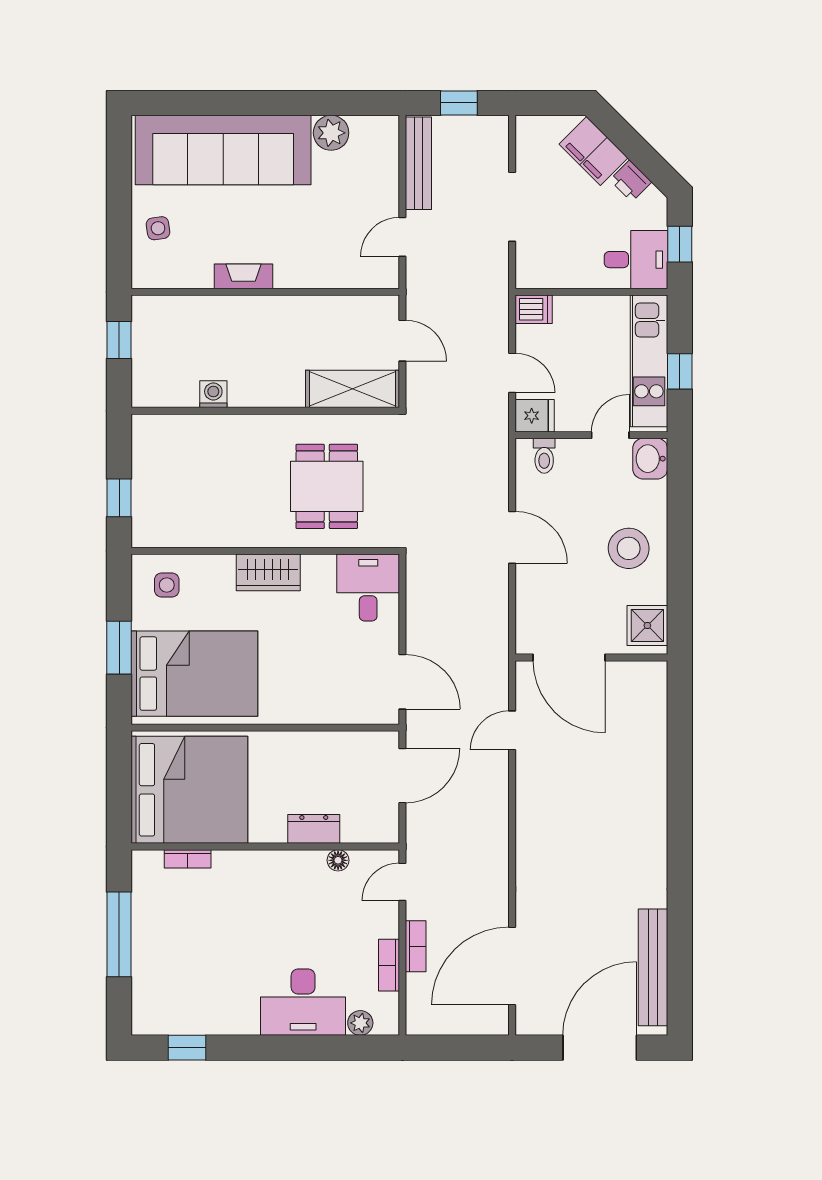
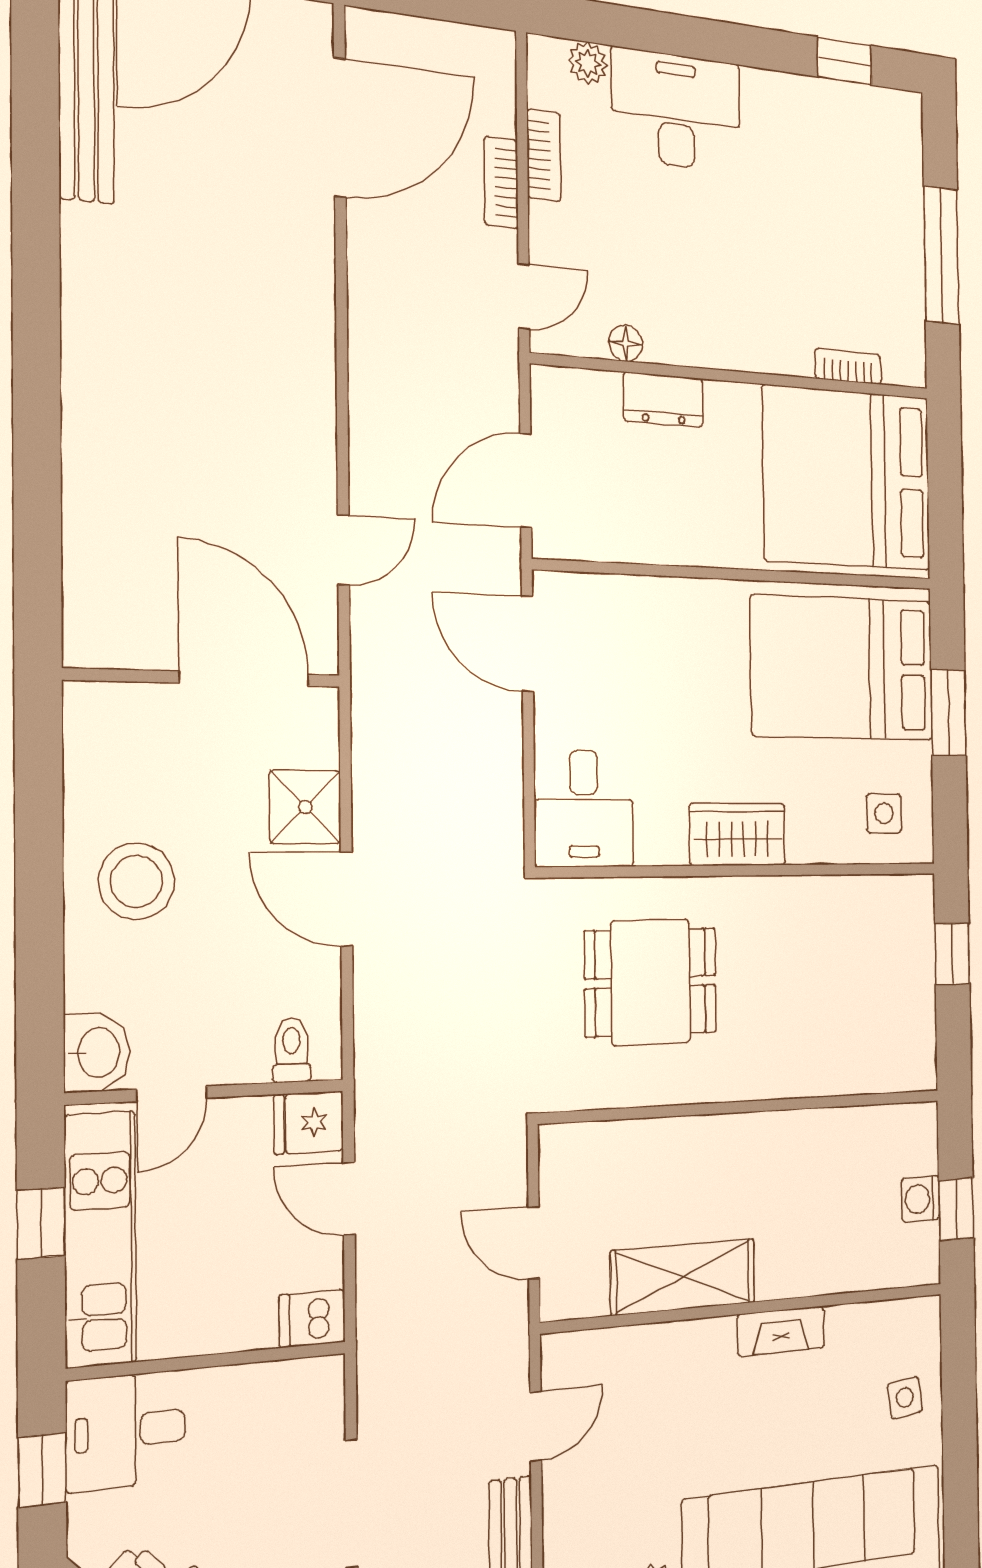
shelving: (353, 389) -> (683, 1277), moved
washing machine: (213, 394) -> (921, 1199), moved, turned 90
dining table: (327, 486) -> (651, 982), turned 90
shower: (647, 625) -> (305, 807), moved

